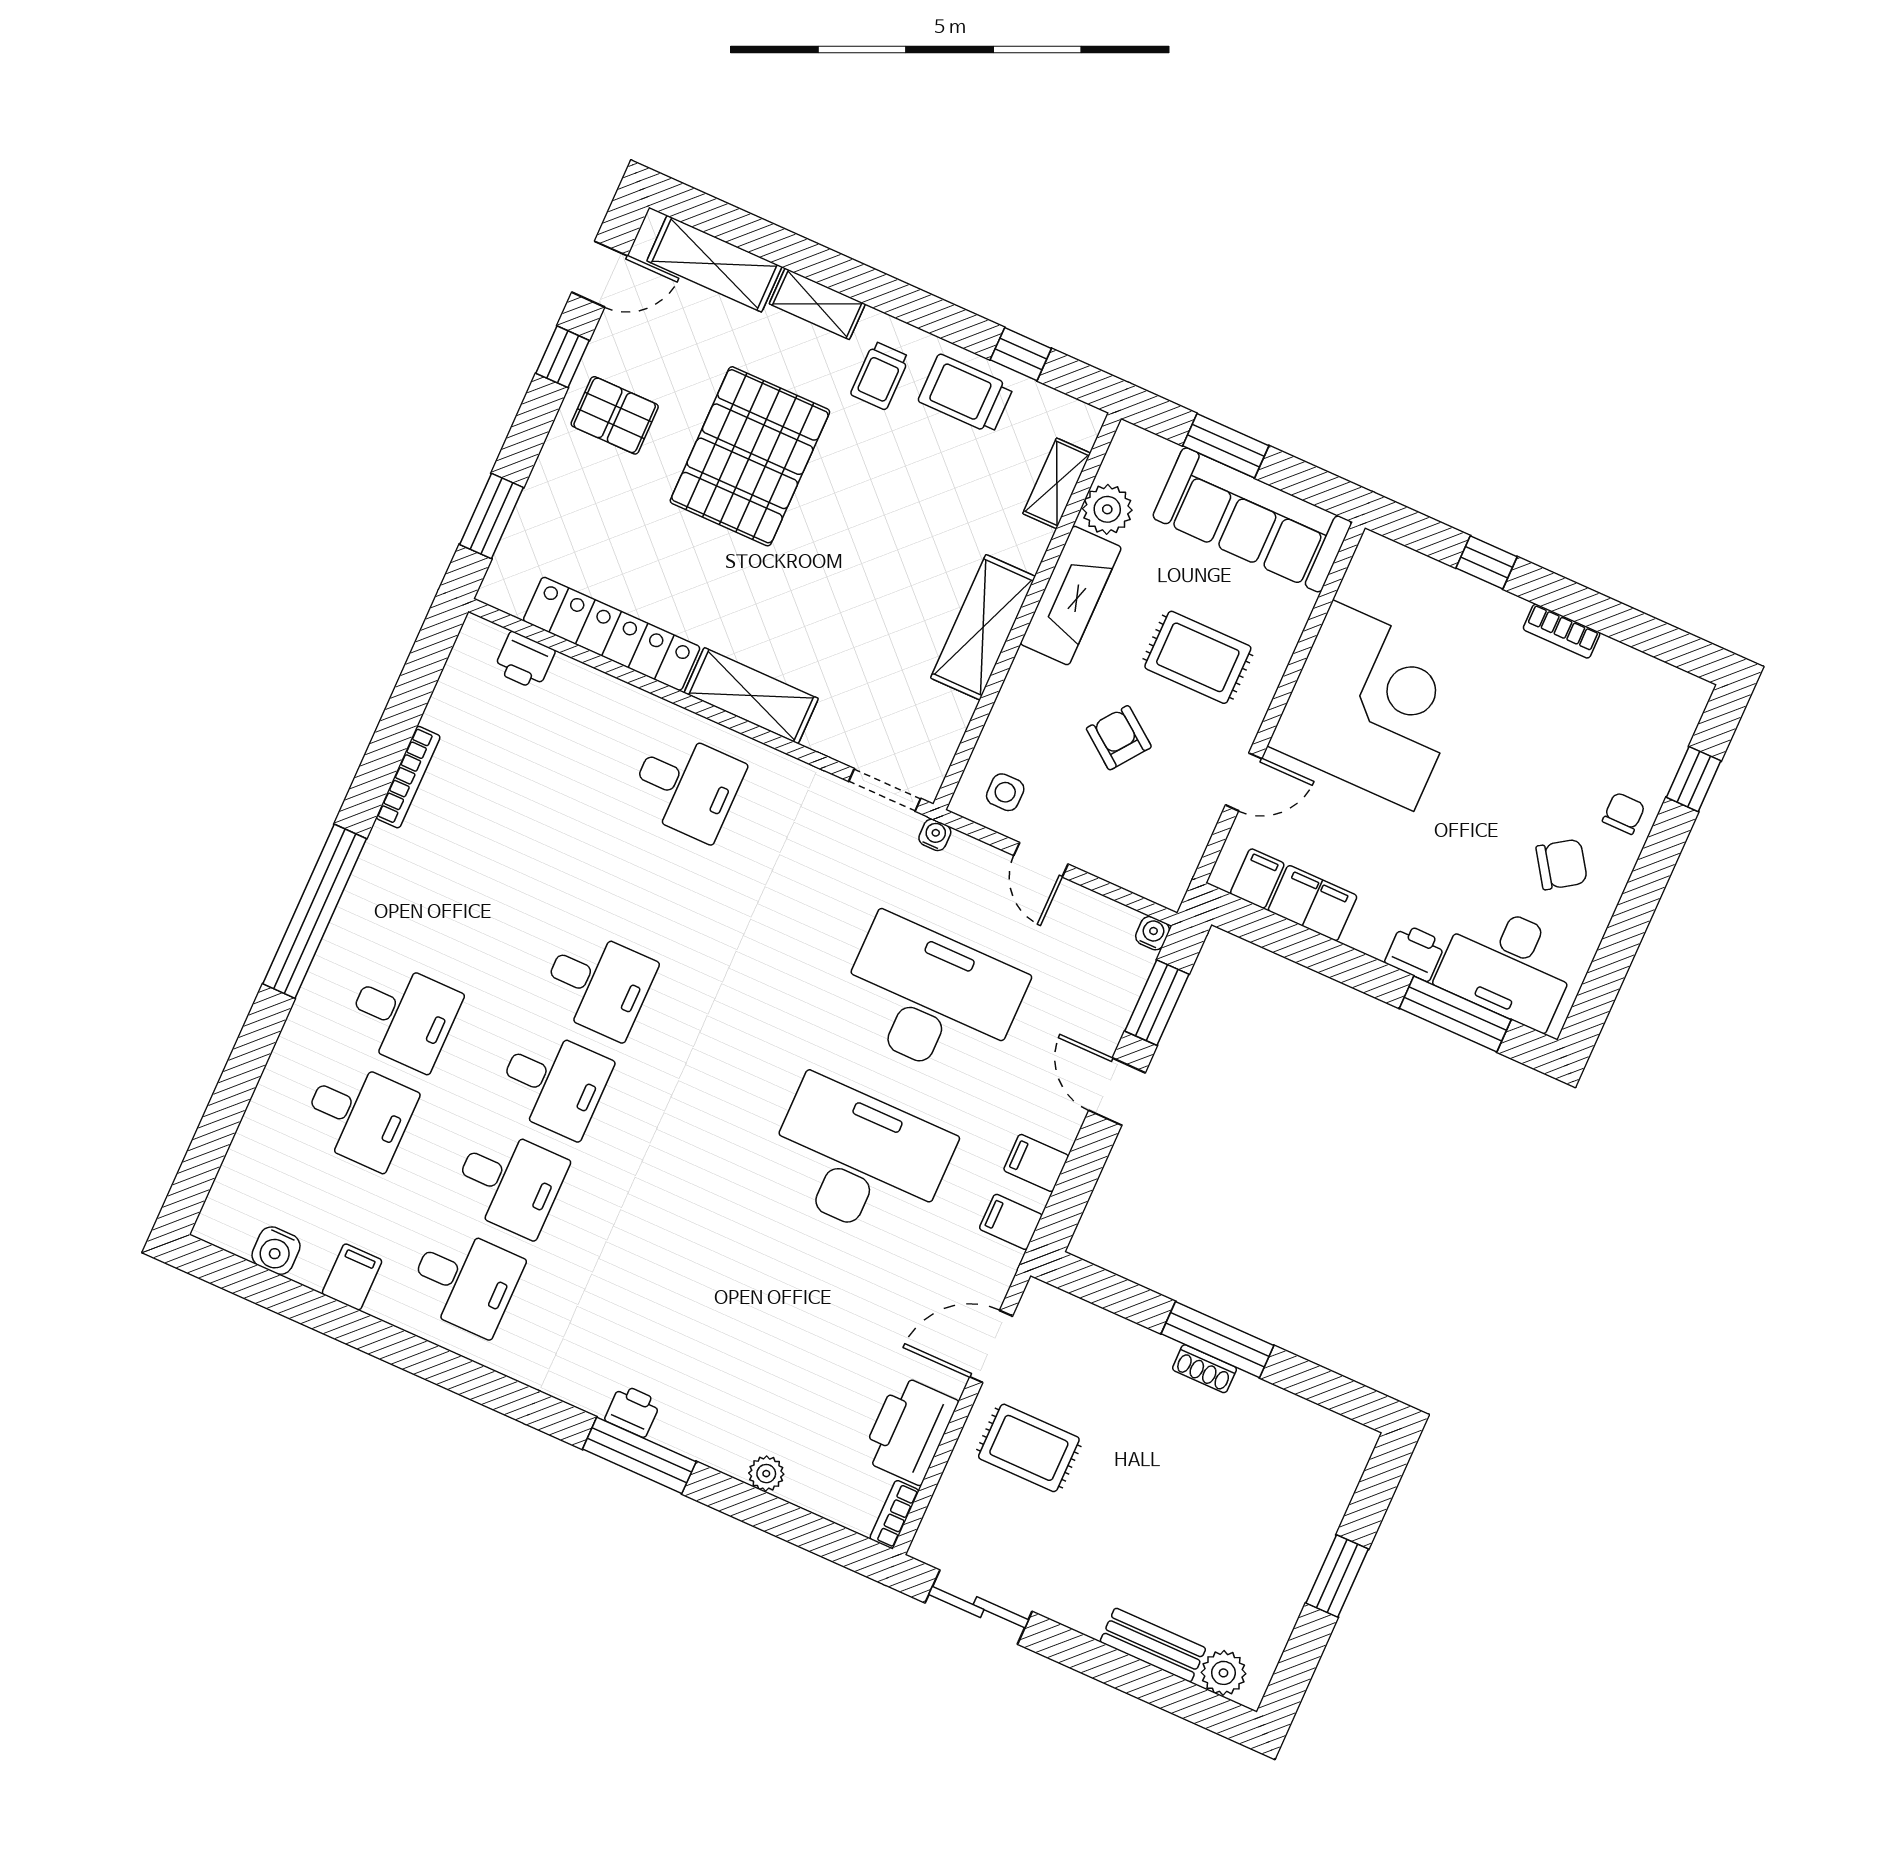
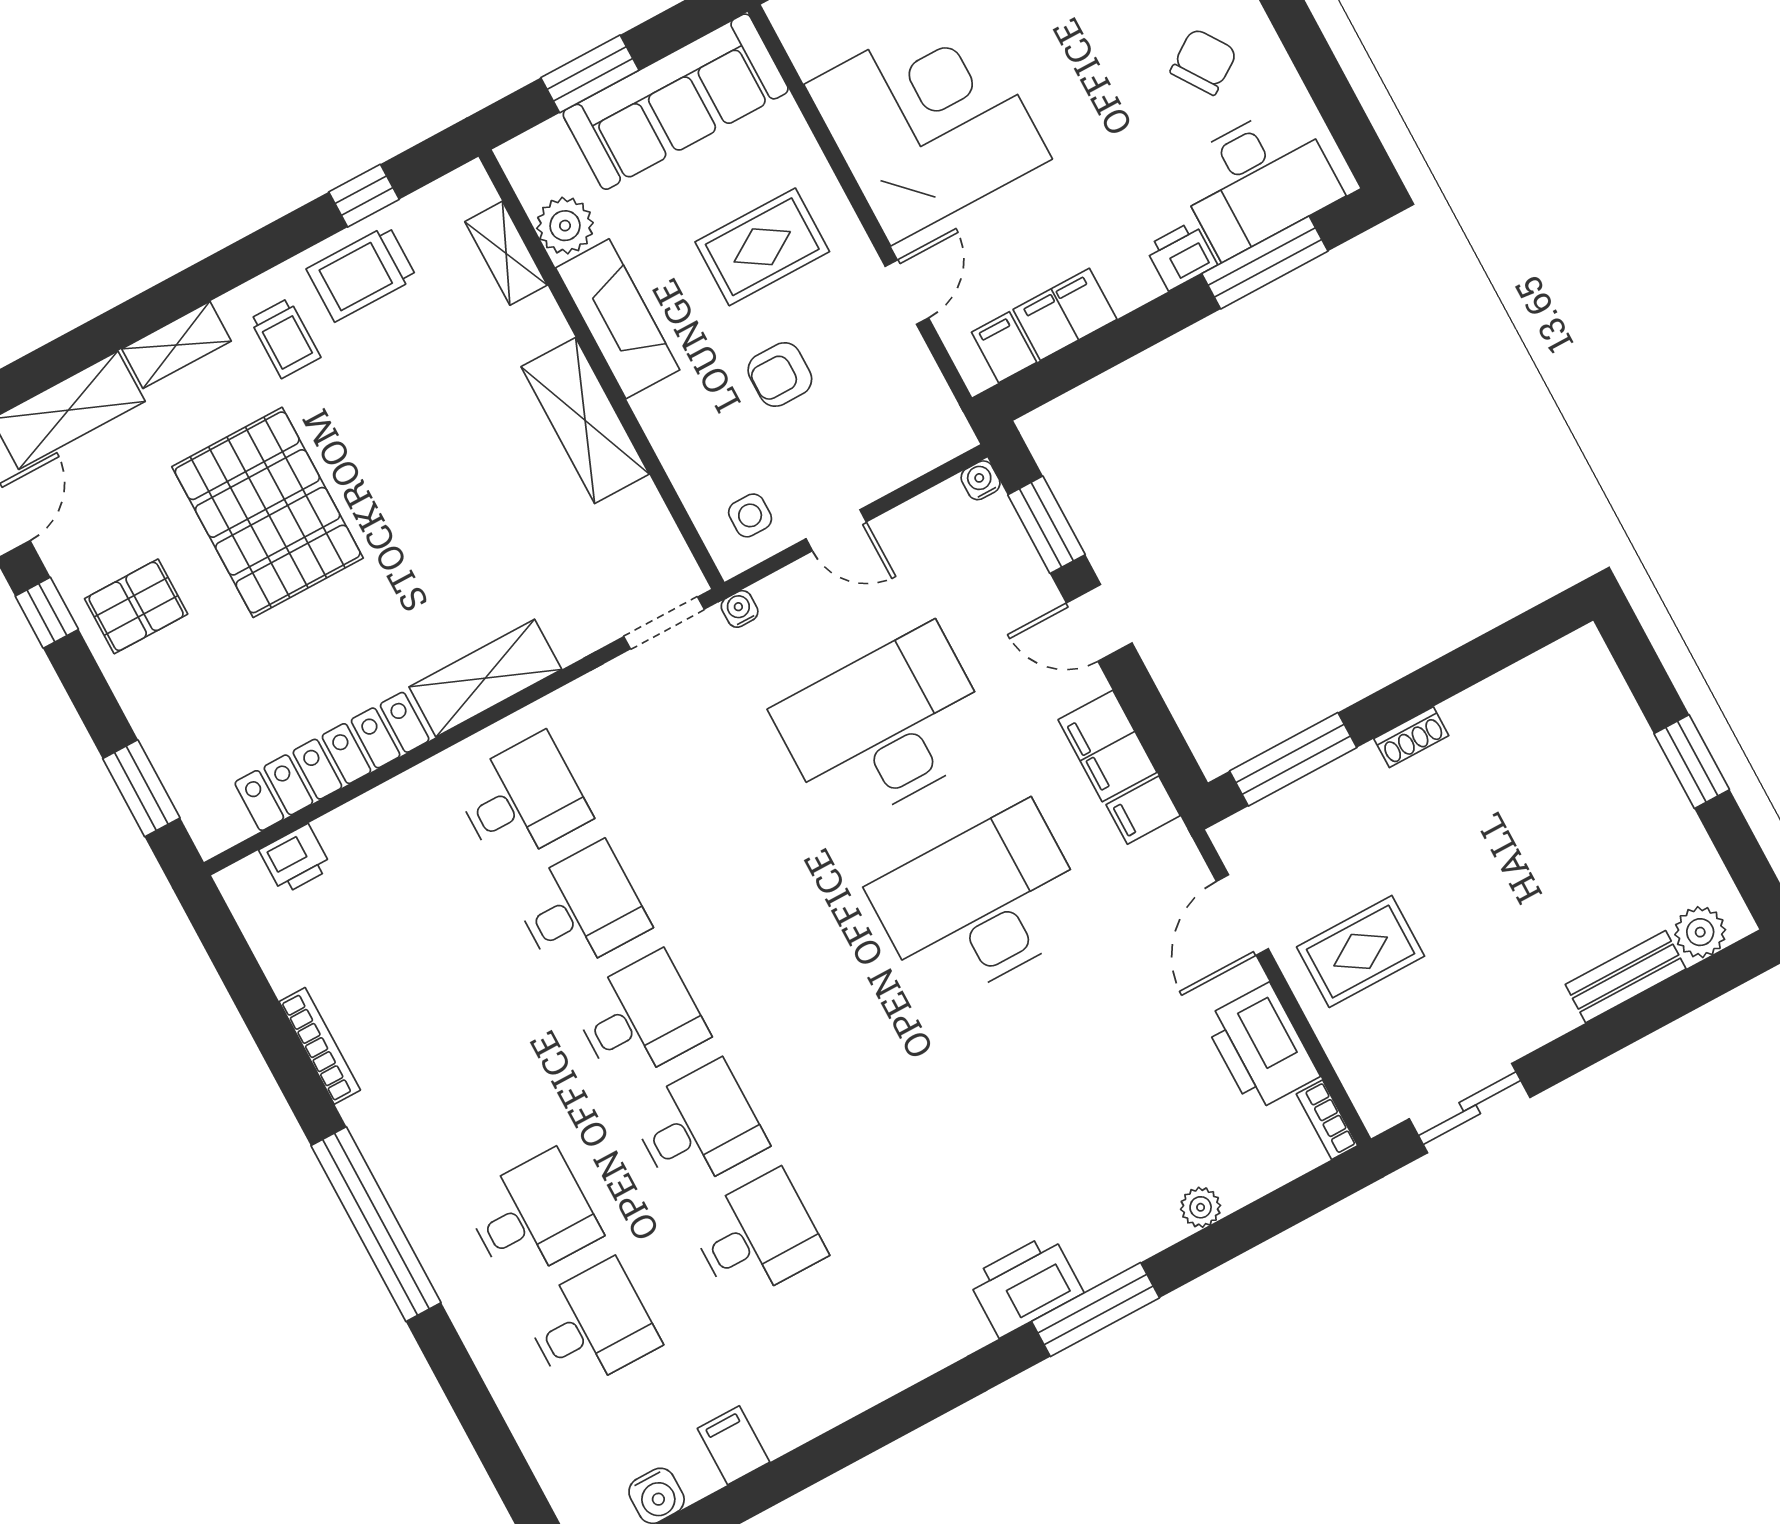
armchair: (1119, 738) -> (780, 375), turned -37
filing cabinet: (1036, 1163) -> (1108, 746), width x2.00
desk: (465, 1281) -> (581, 909), moved
window: (1217, 1340) -> (1293, 759), moved
printer: (633, 1411) -> (1025, 1285), width x1.87, depth x1.48

